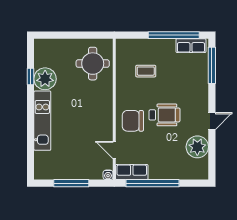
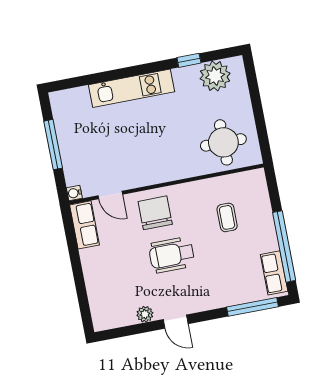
plant: (45, 79) -> (215, 76), moved
wheelchair: (164, 115) -> (172, 255), turned 90
plant: (197, 147) -> (145, 314), width x0.53, depth x0.53
door: (114, 150) -> (110, 195), swing flipped
window: (152, 183) -> (75, 256), removed

